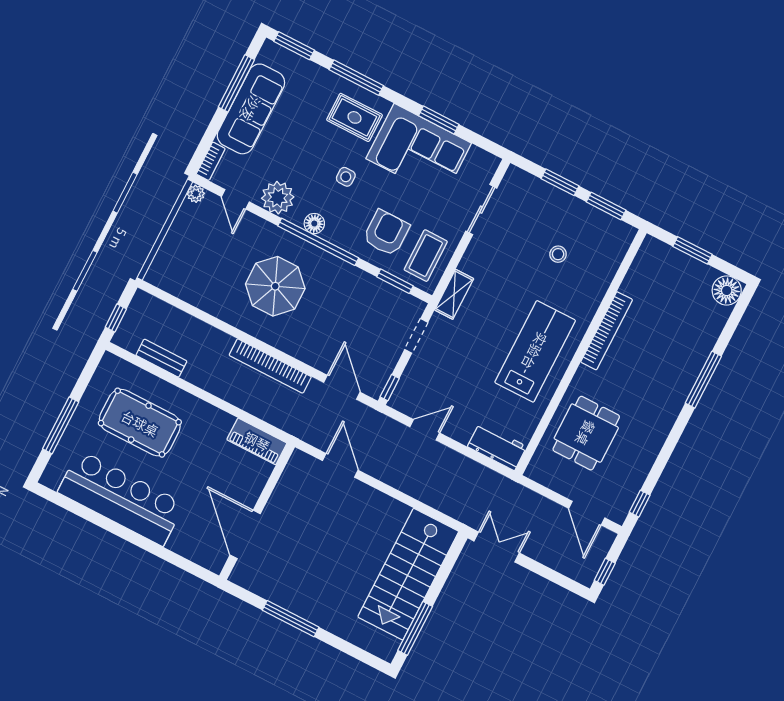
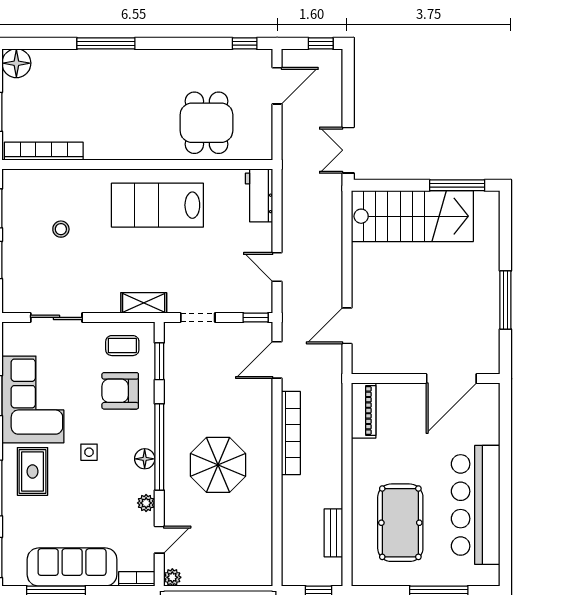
plant: (278, 198) -> (146, 503), width x0.53, depth x0.53
coffee table: (426, 256) -> (122, 346), width x0.73, depth x0.77
bookcase: (607, 331) -> (44, 151), moved
dining table: (586, 433) -> (206, 123), turned 90

